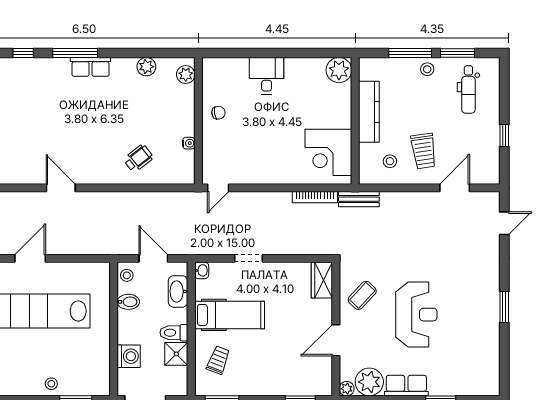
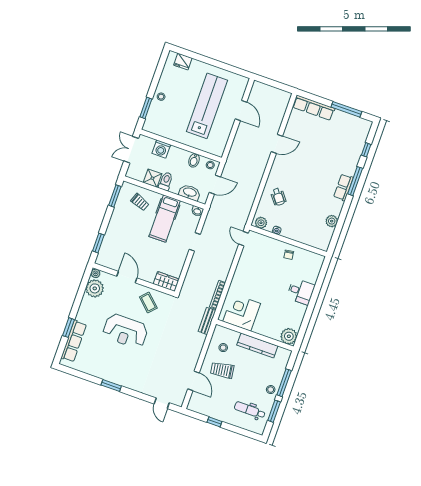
plant: (186, 74) -> (261, 223), moved
row of seats: (406, 386) -> (74, 341), moved, width x1.48

